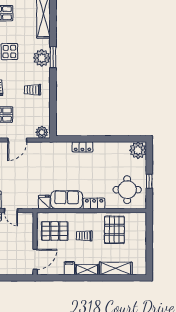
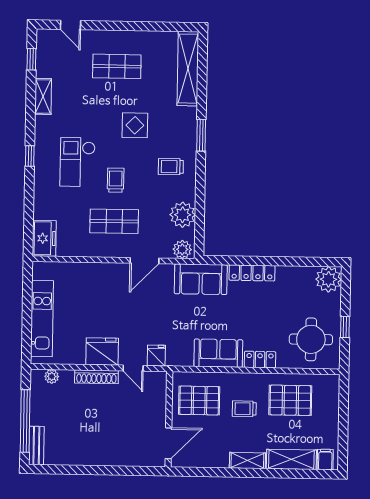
plant: (42, 58) -> (183, 215), moved
trolley: (33, 90) -> (171, 167), moved
locker: (82, 147) -> (252, 273), width x1.53
sofa: (54, 152) -> (201, 279), added
fridge: (44, 202) -> (156, 355), moved
pallet: (114, 230) -> (290, 400), turned 90
filing cabinet: (69, 268) -> (325, 460), moved

